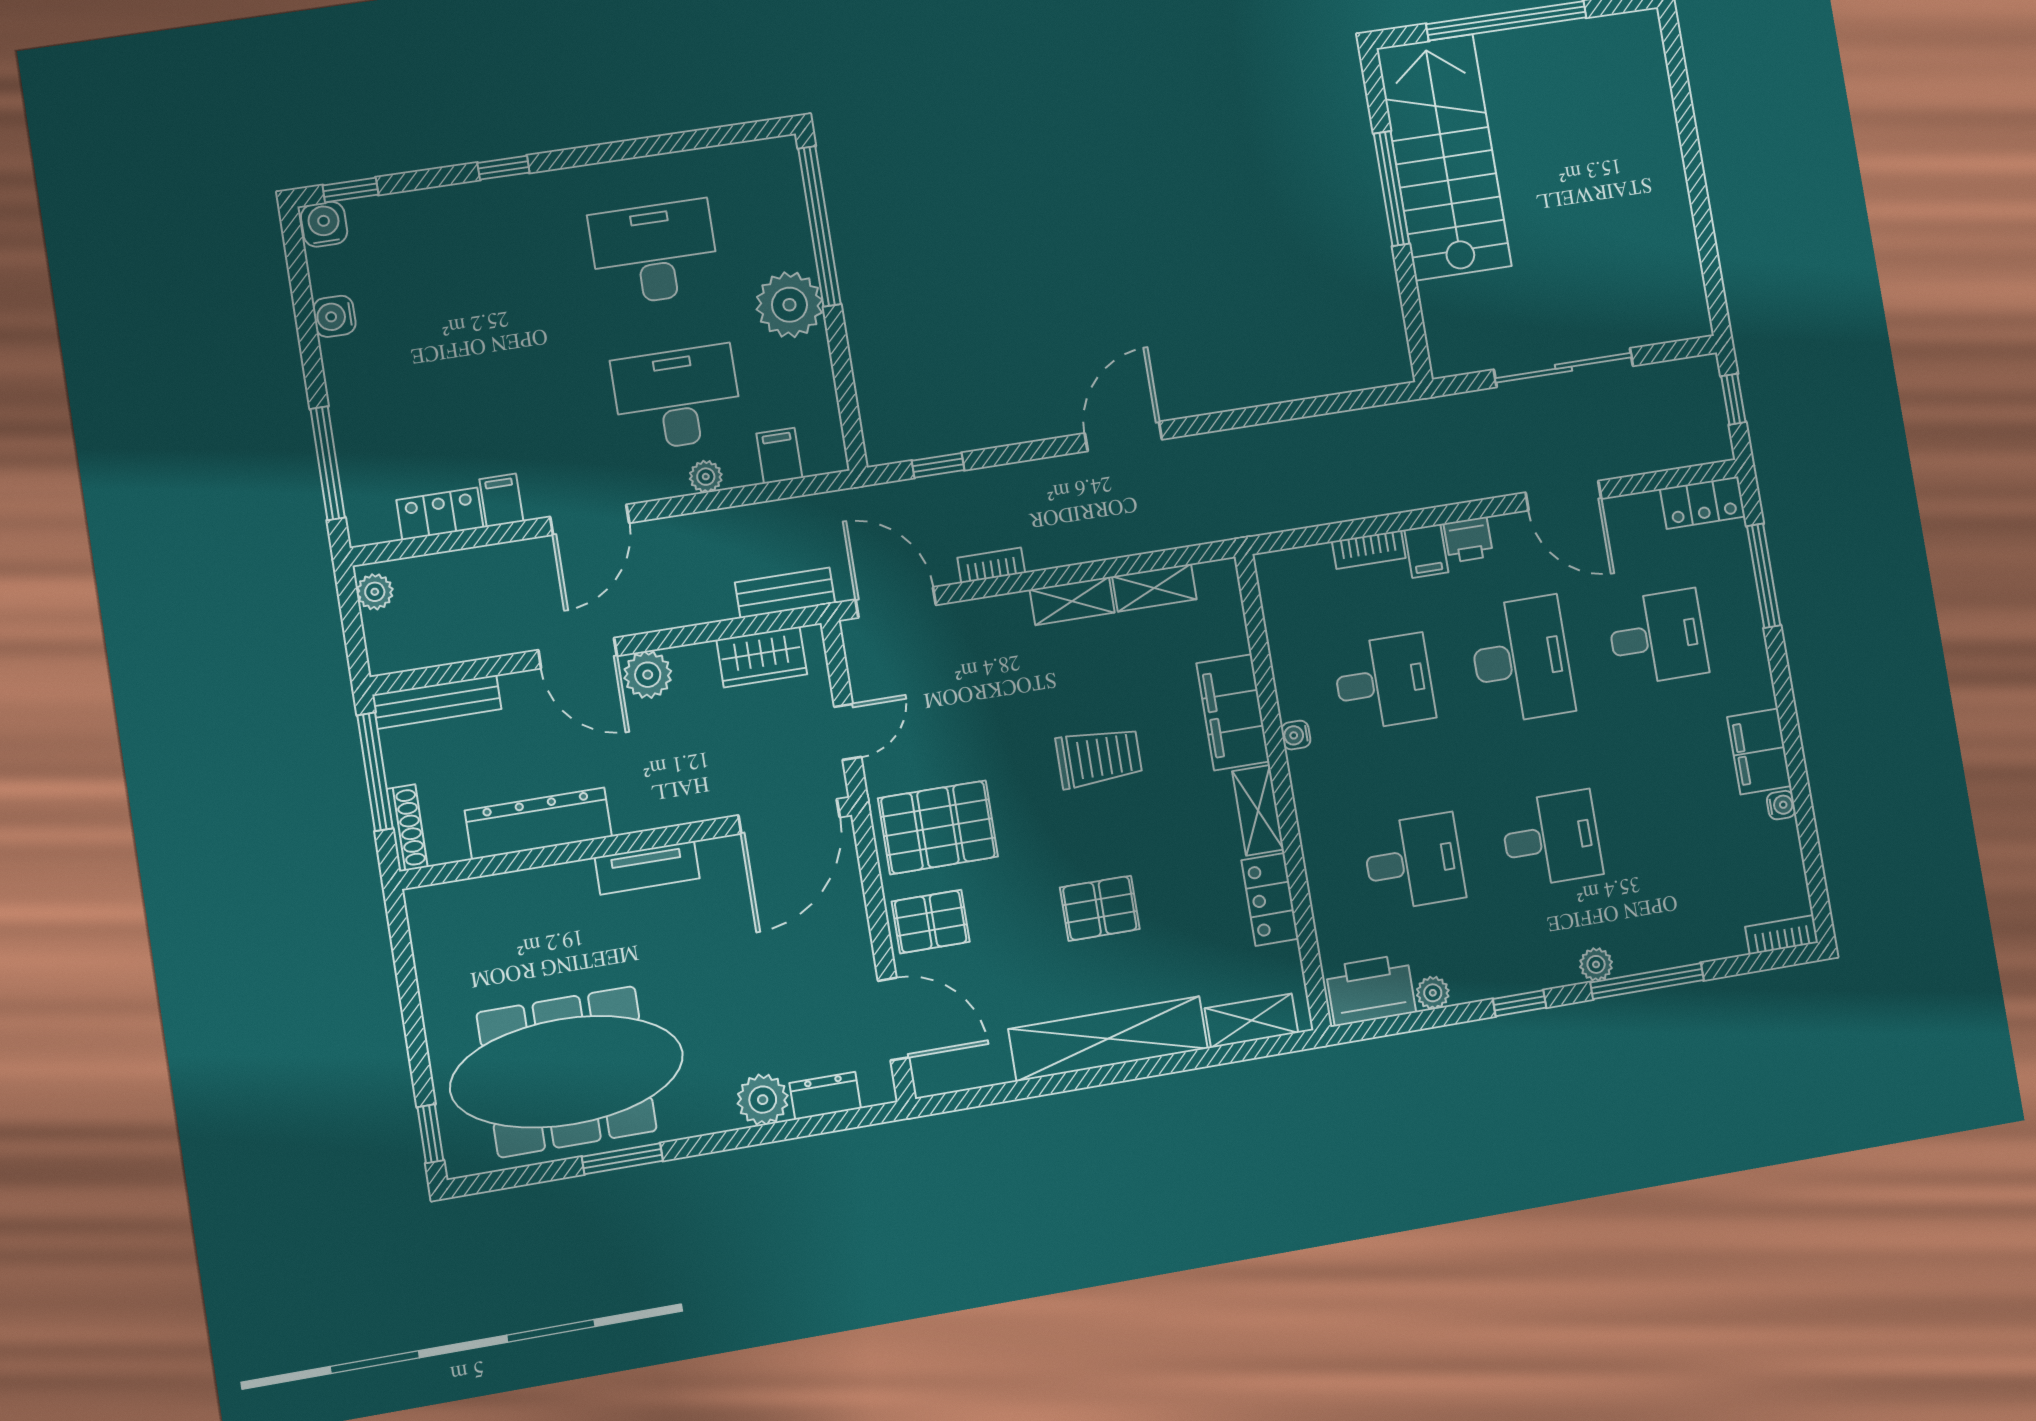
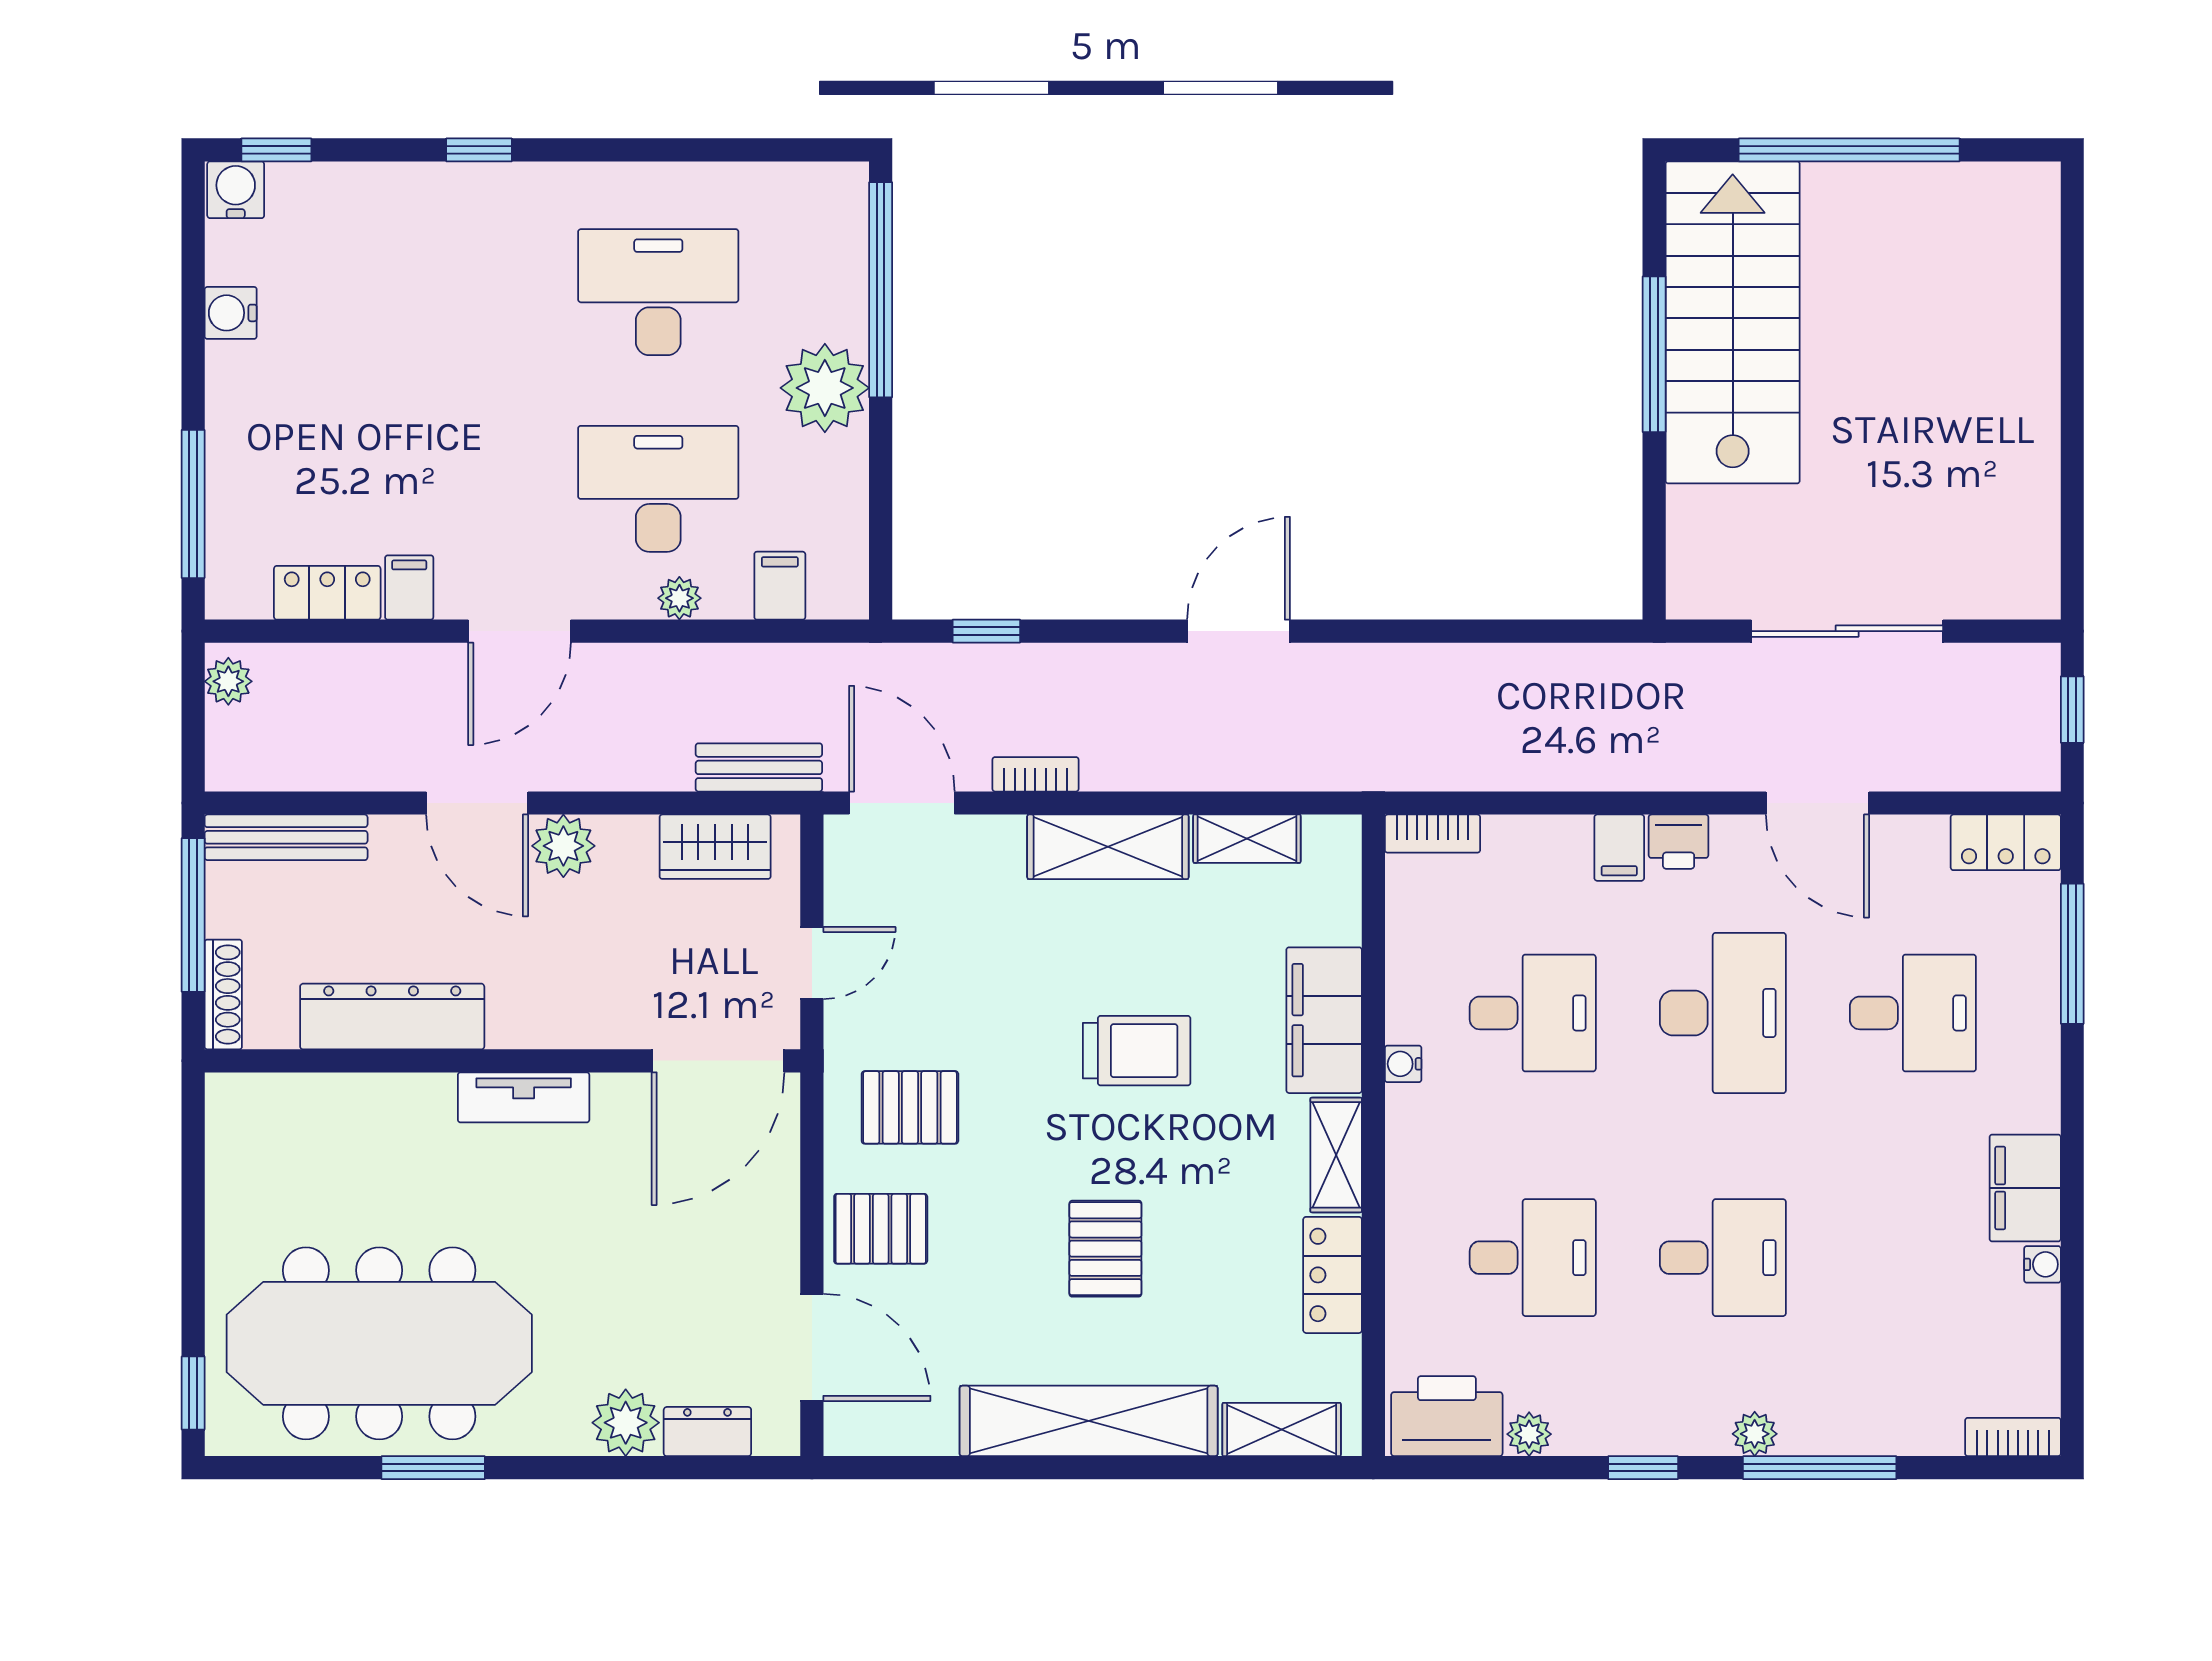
bookcase: (1369, 550) -> (1432, 834), moved
shelving: (1072, 601) -> (1108, 847), width x1.50, depth x1.33
pallet: (938, 827) -> (910, 1107), width x0.67, depth x0.71
pallet: (1100, 908) -> (1105, 1249), turned 90

